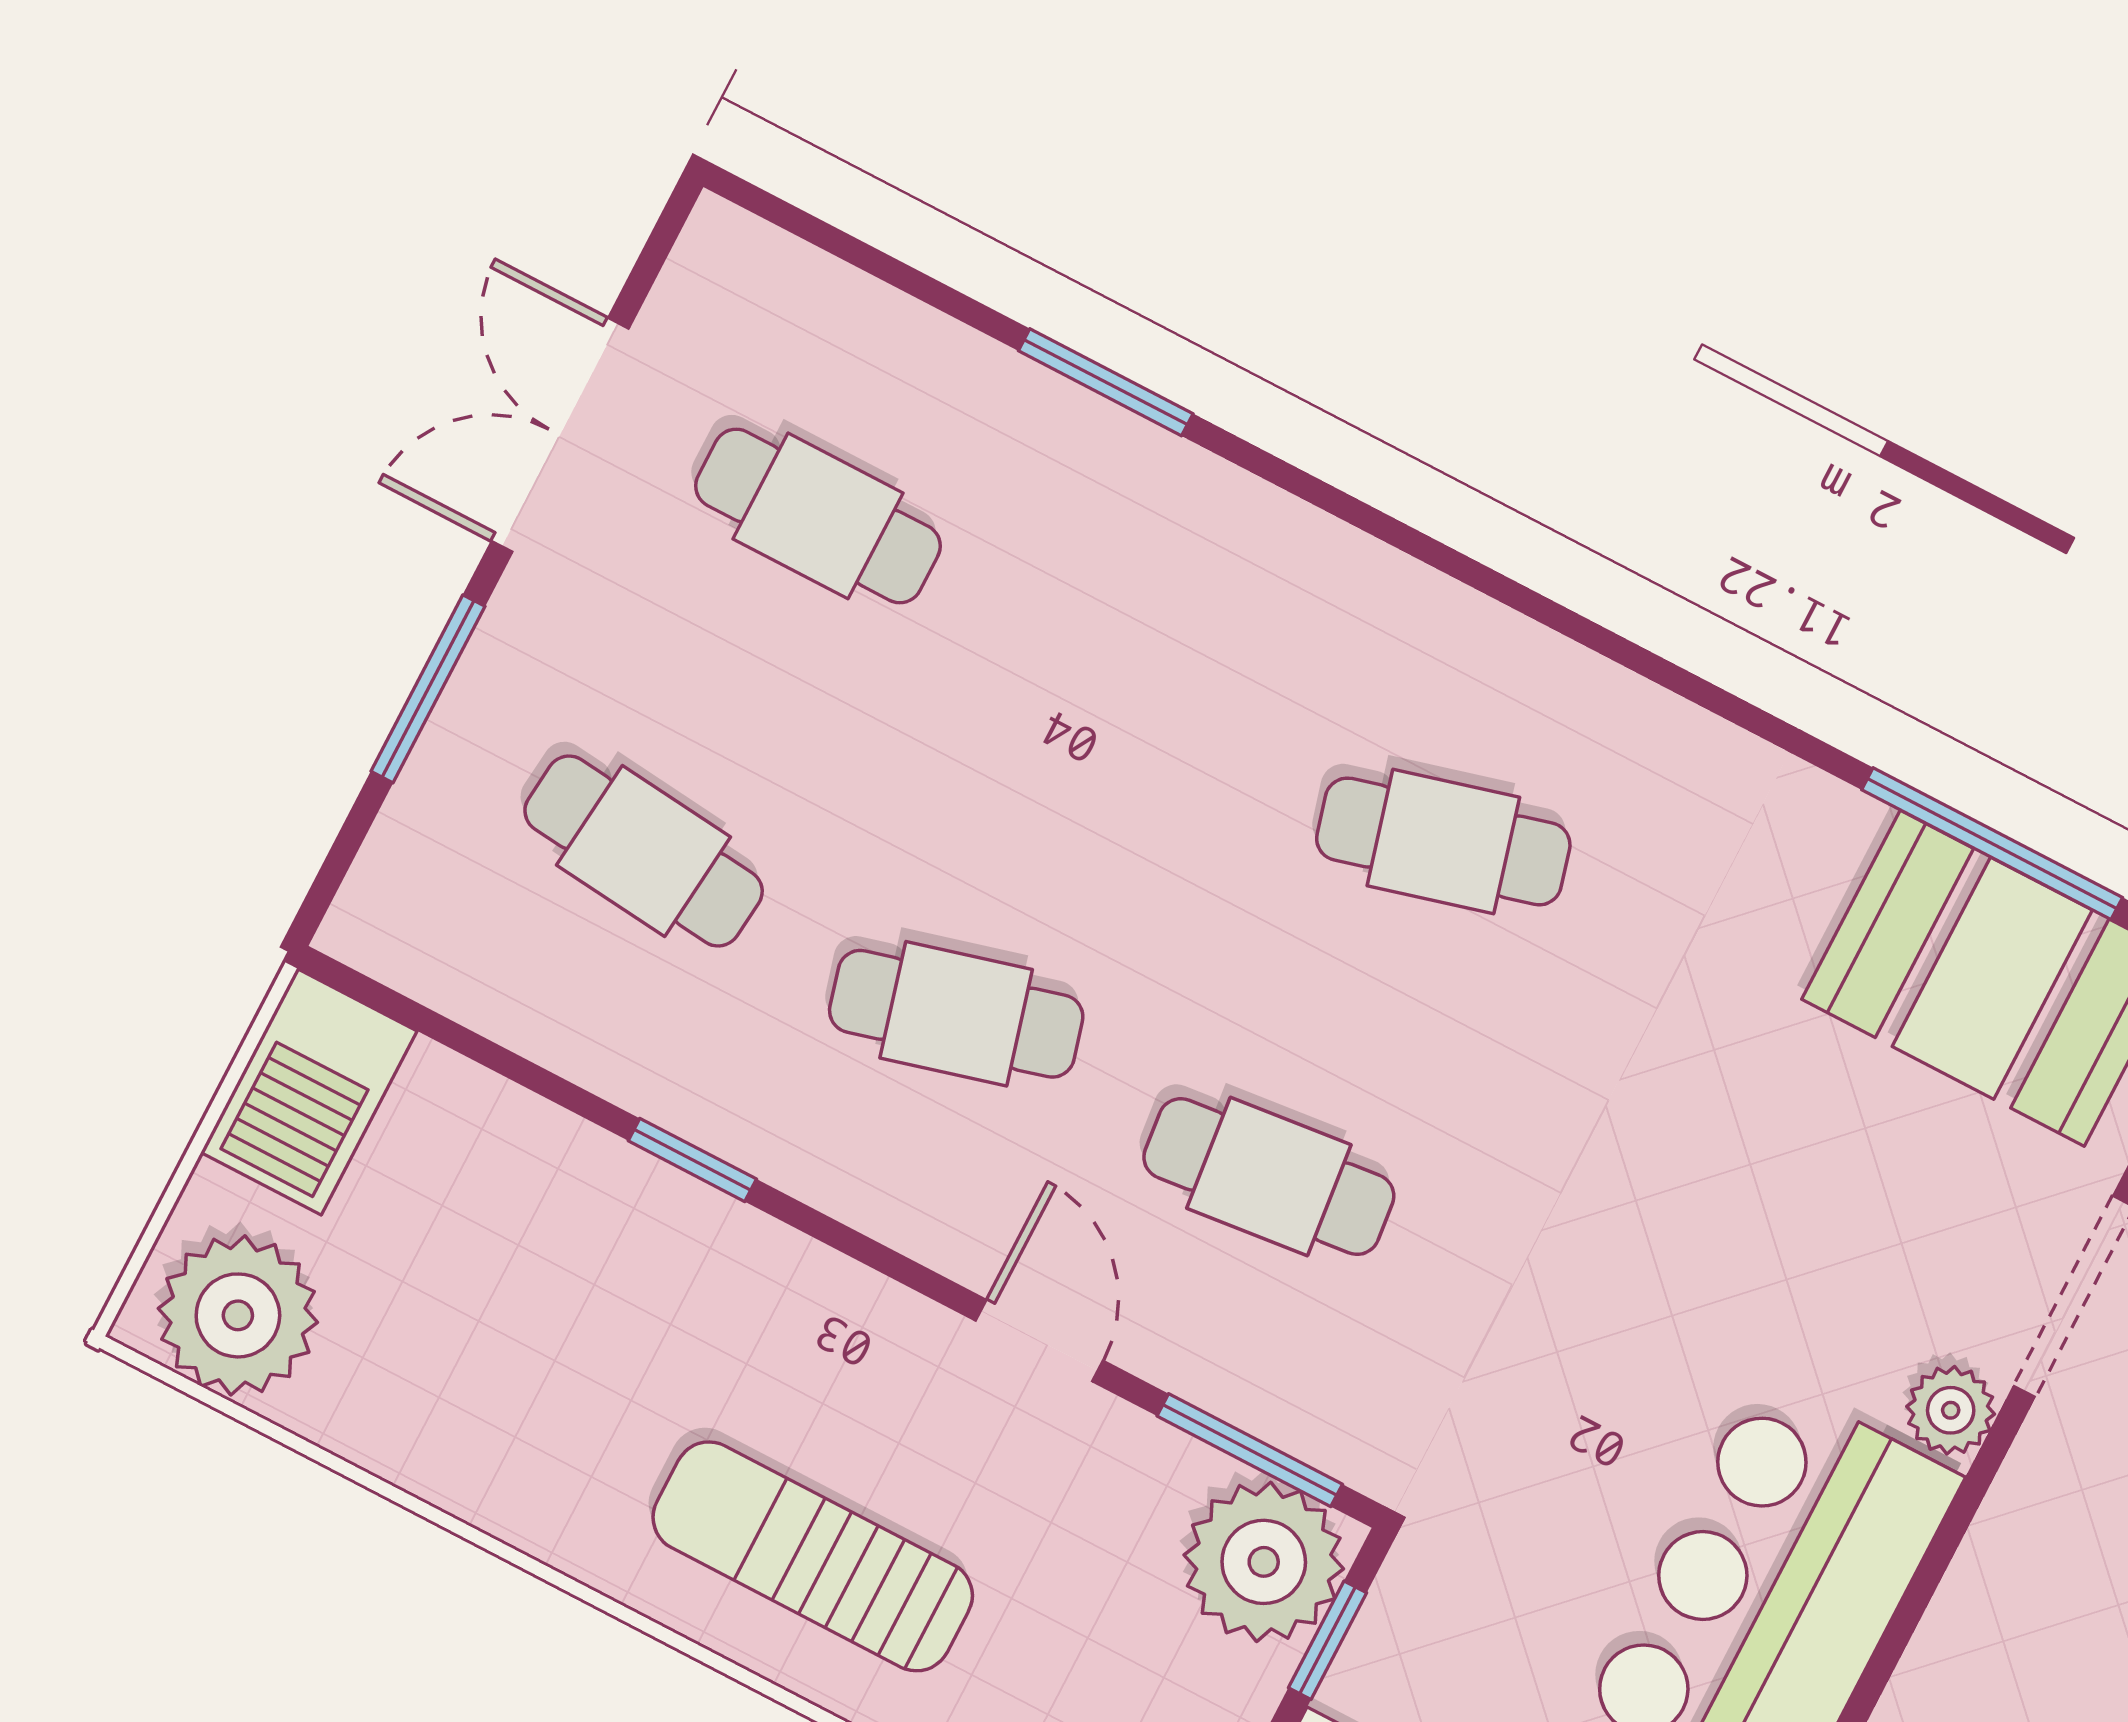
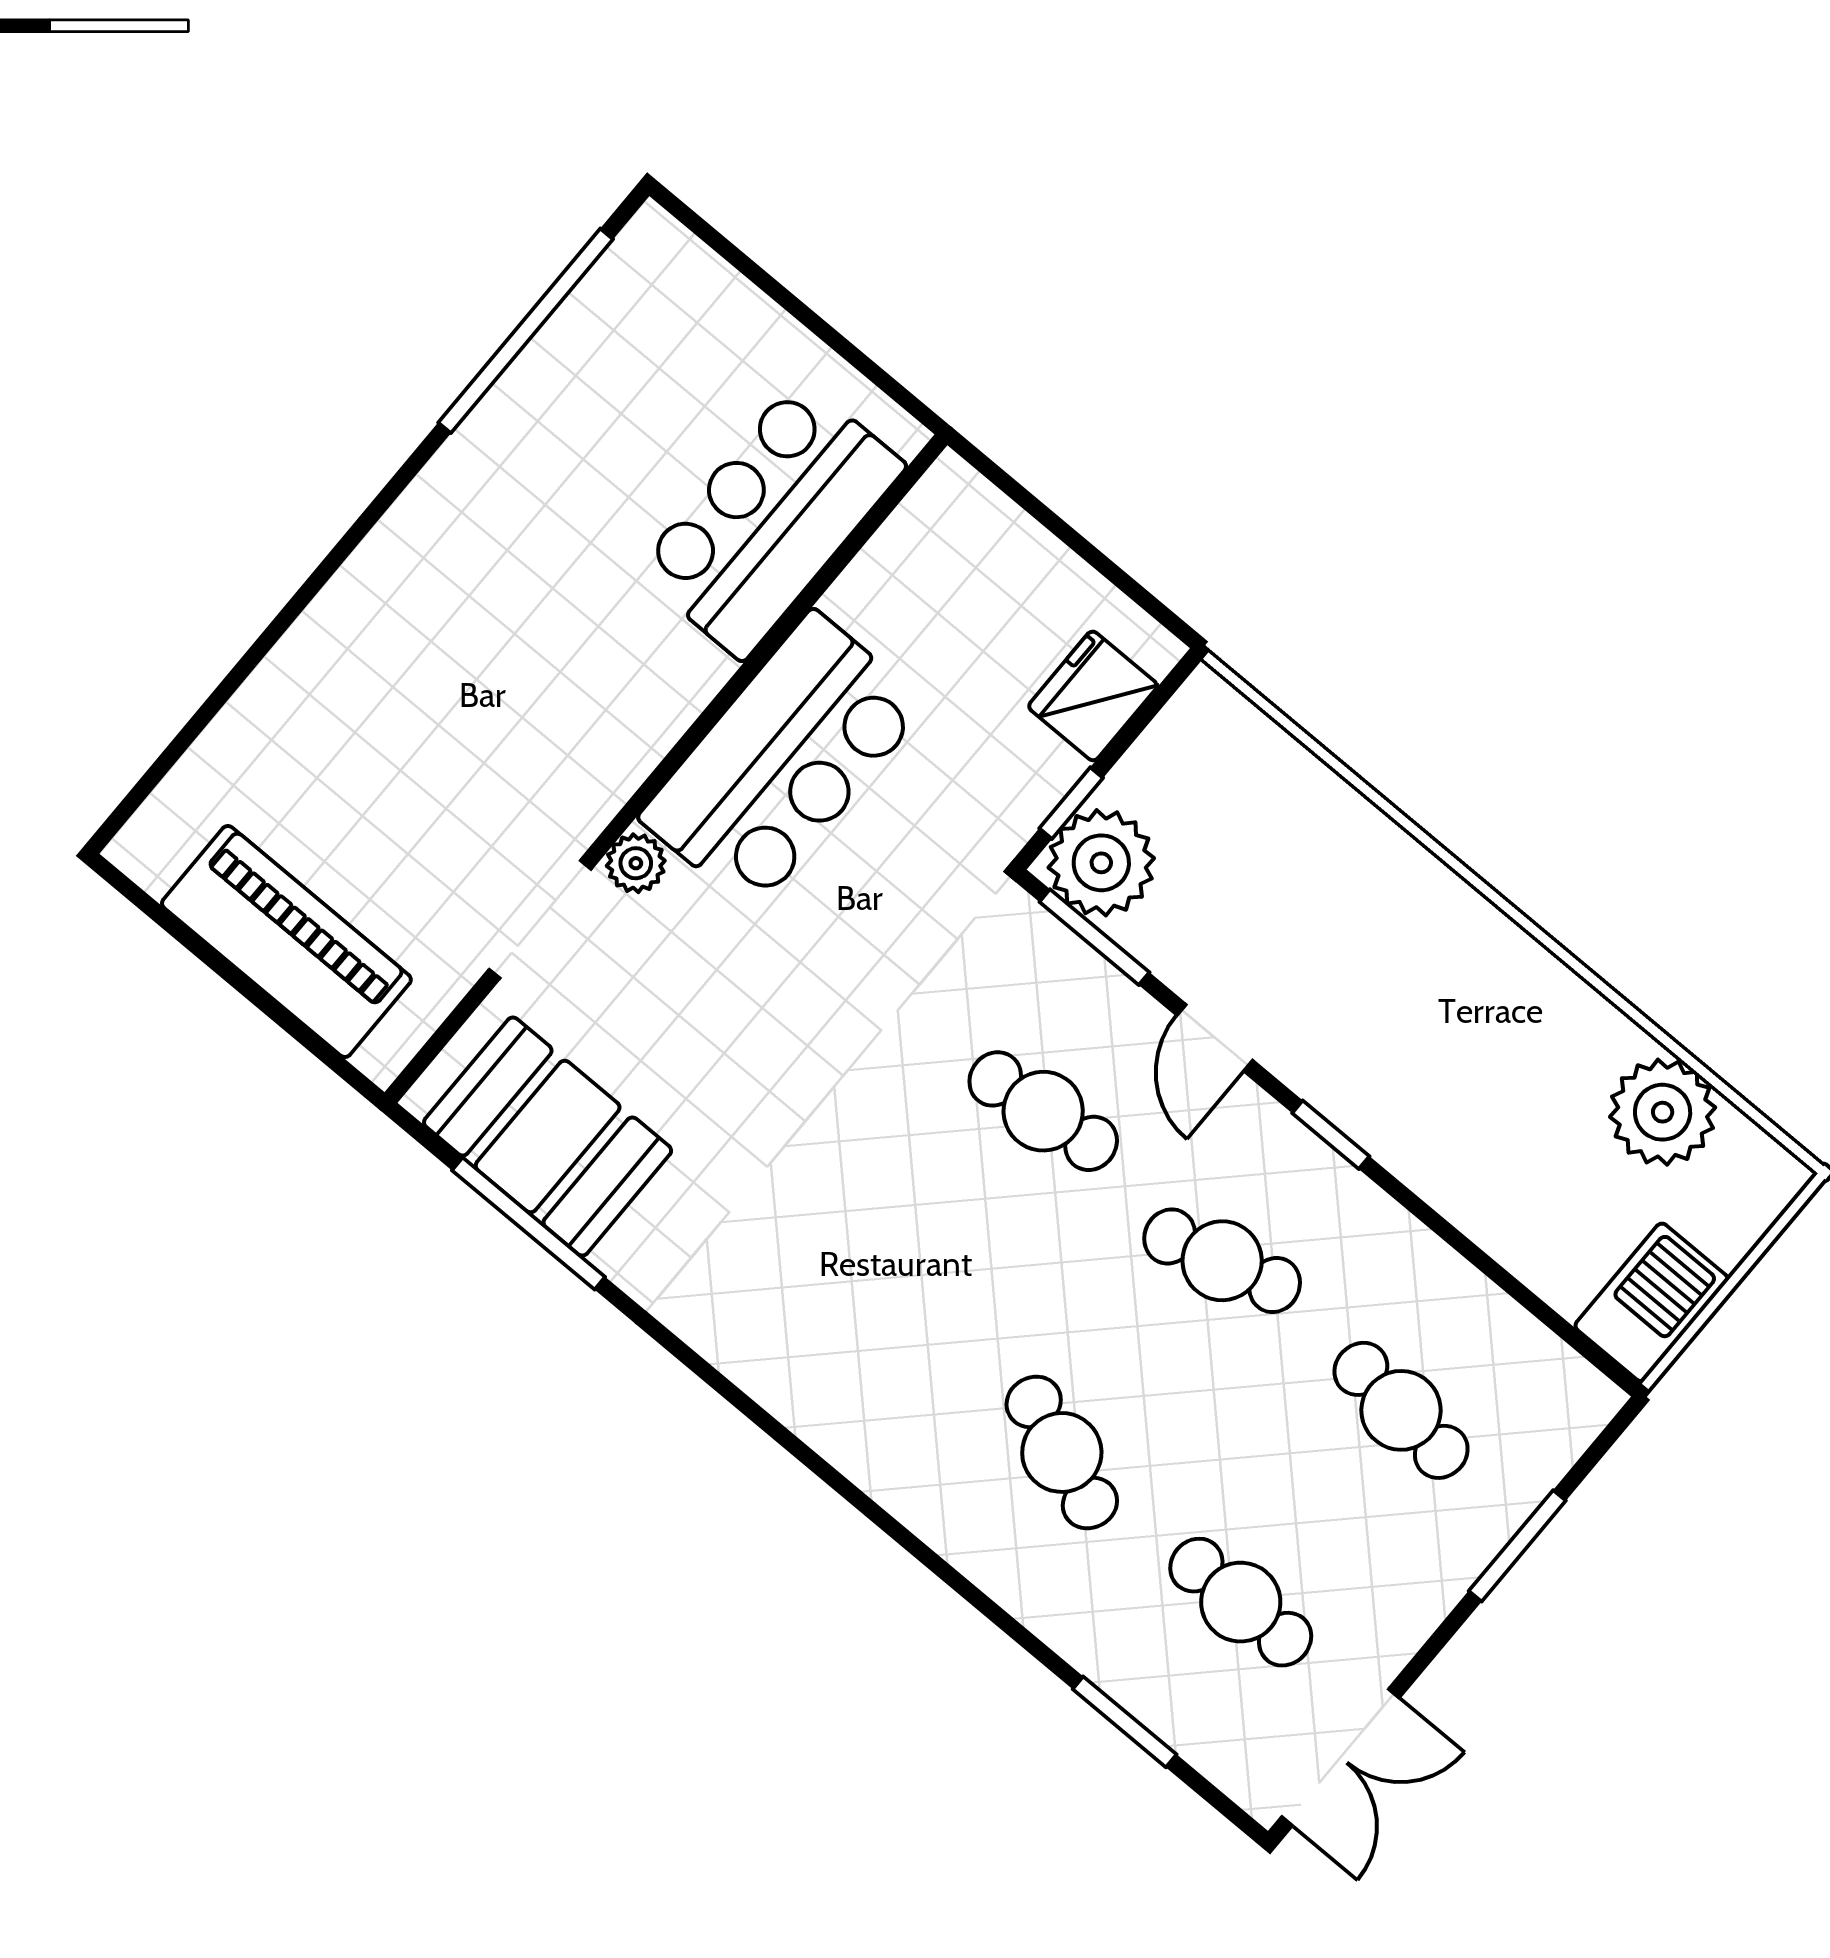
window: (1106, 382) -> (1125, 1722), moved
double door: (560, 435) -> (1341, 1757), moved
cafe table: (1443, 841) -> (1062, 1452), moved, turned 36
window: (692, 1160) -> (1331, 1135), moved
plant: (238, 1315) -> (1663, 1112), moved
sun lounger: (813, 1556) -> (1392, 930), removed

